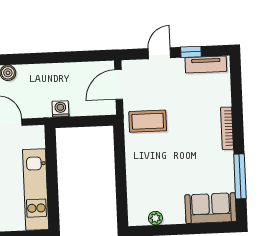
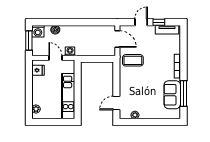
door: (119, 84) -> (117, 39), swing flipped
washing machine: (60, 109) -> (70, 51), moved
door: (122, 198) -> (116, 103), added
sofa: (211, 208) -> (172, 95), moved, turned -90

